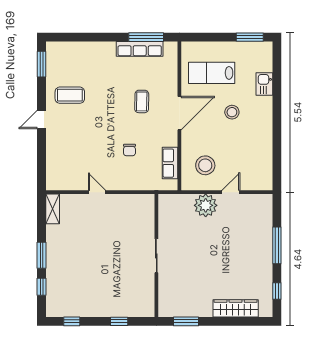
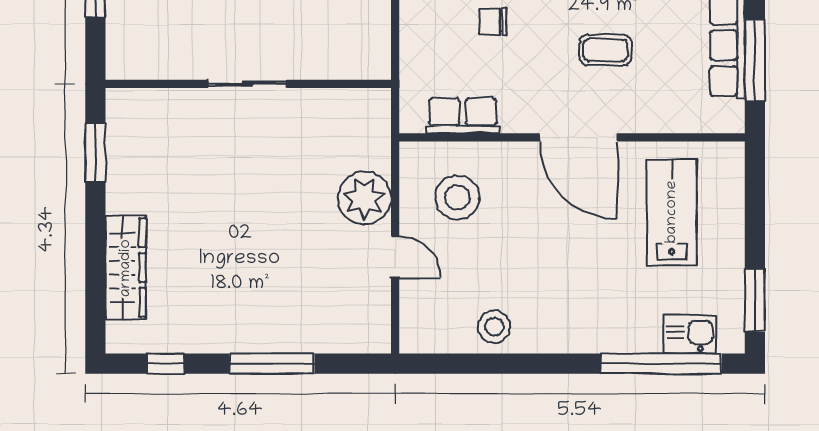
window: (277, 78) -> (661, 364), added
kitchen sink: (264, 84) -> (690, 334), moved
stool: (232, 112) -> (494, 327), moved

